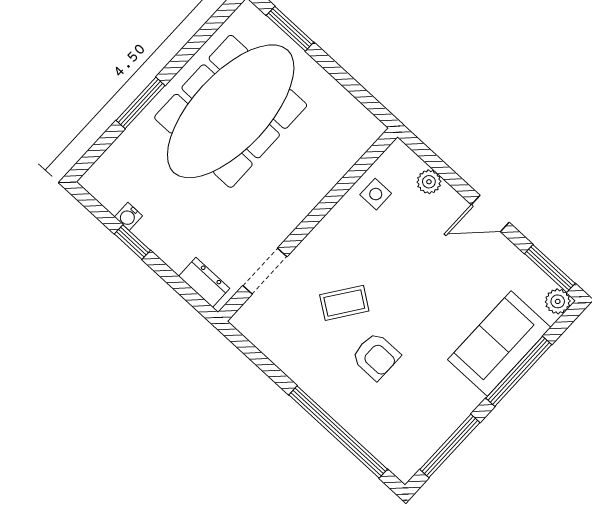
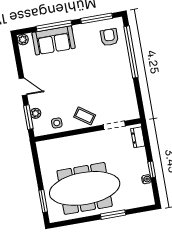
window: (550, 268) -> (28, 117), moved
coffee table: (344, 303) -> (85, 116), moved
armchair: (376, 356) -> (109, 37), moved

